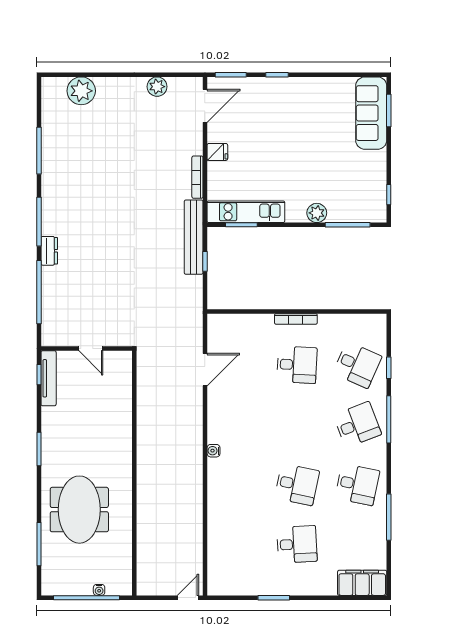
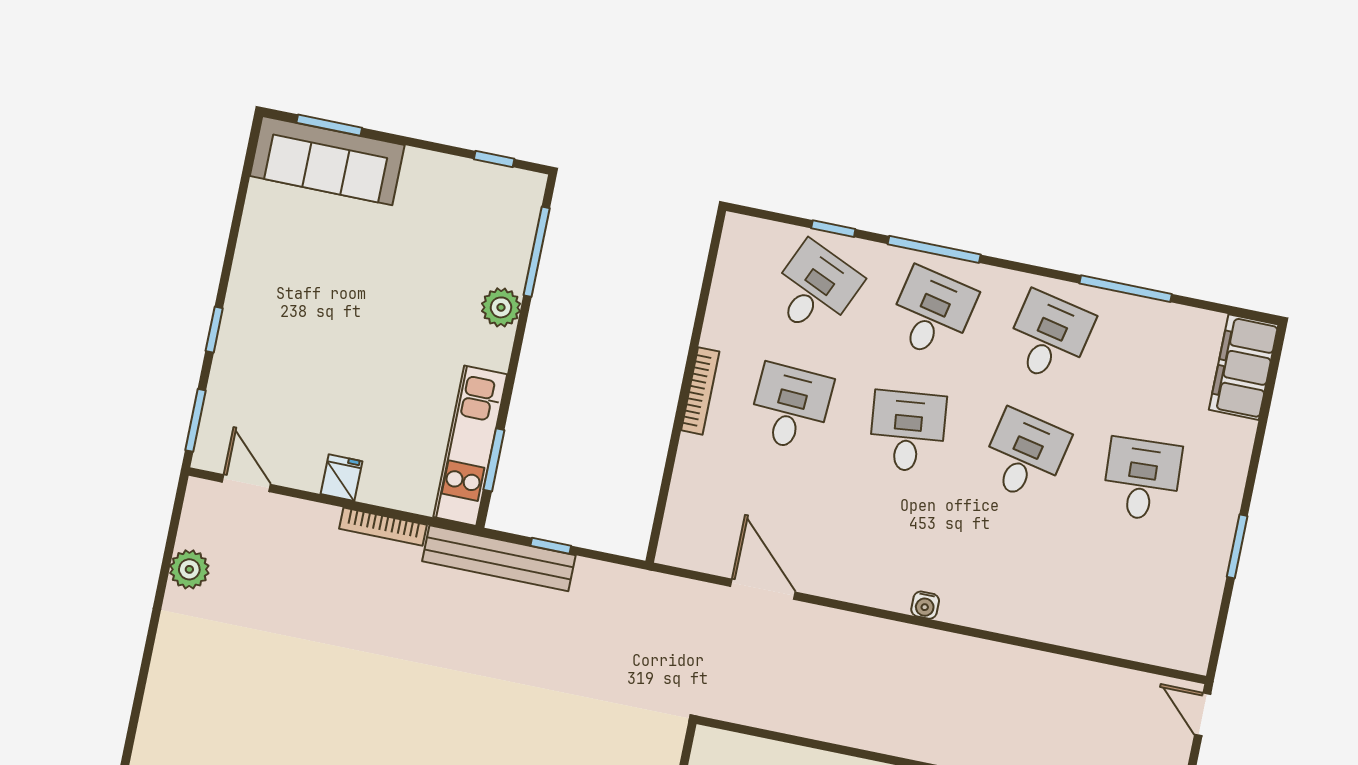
plant: (81, 91) -> (167, 720), removed
door: (205, 106) -> (246, 483), width x0.73
desk: (297, 425) -> (908, 431), added
desk: (357, 425) -> (932, 313), turned 33

